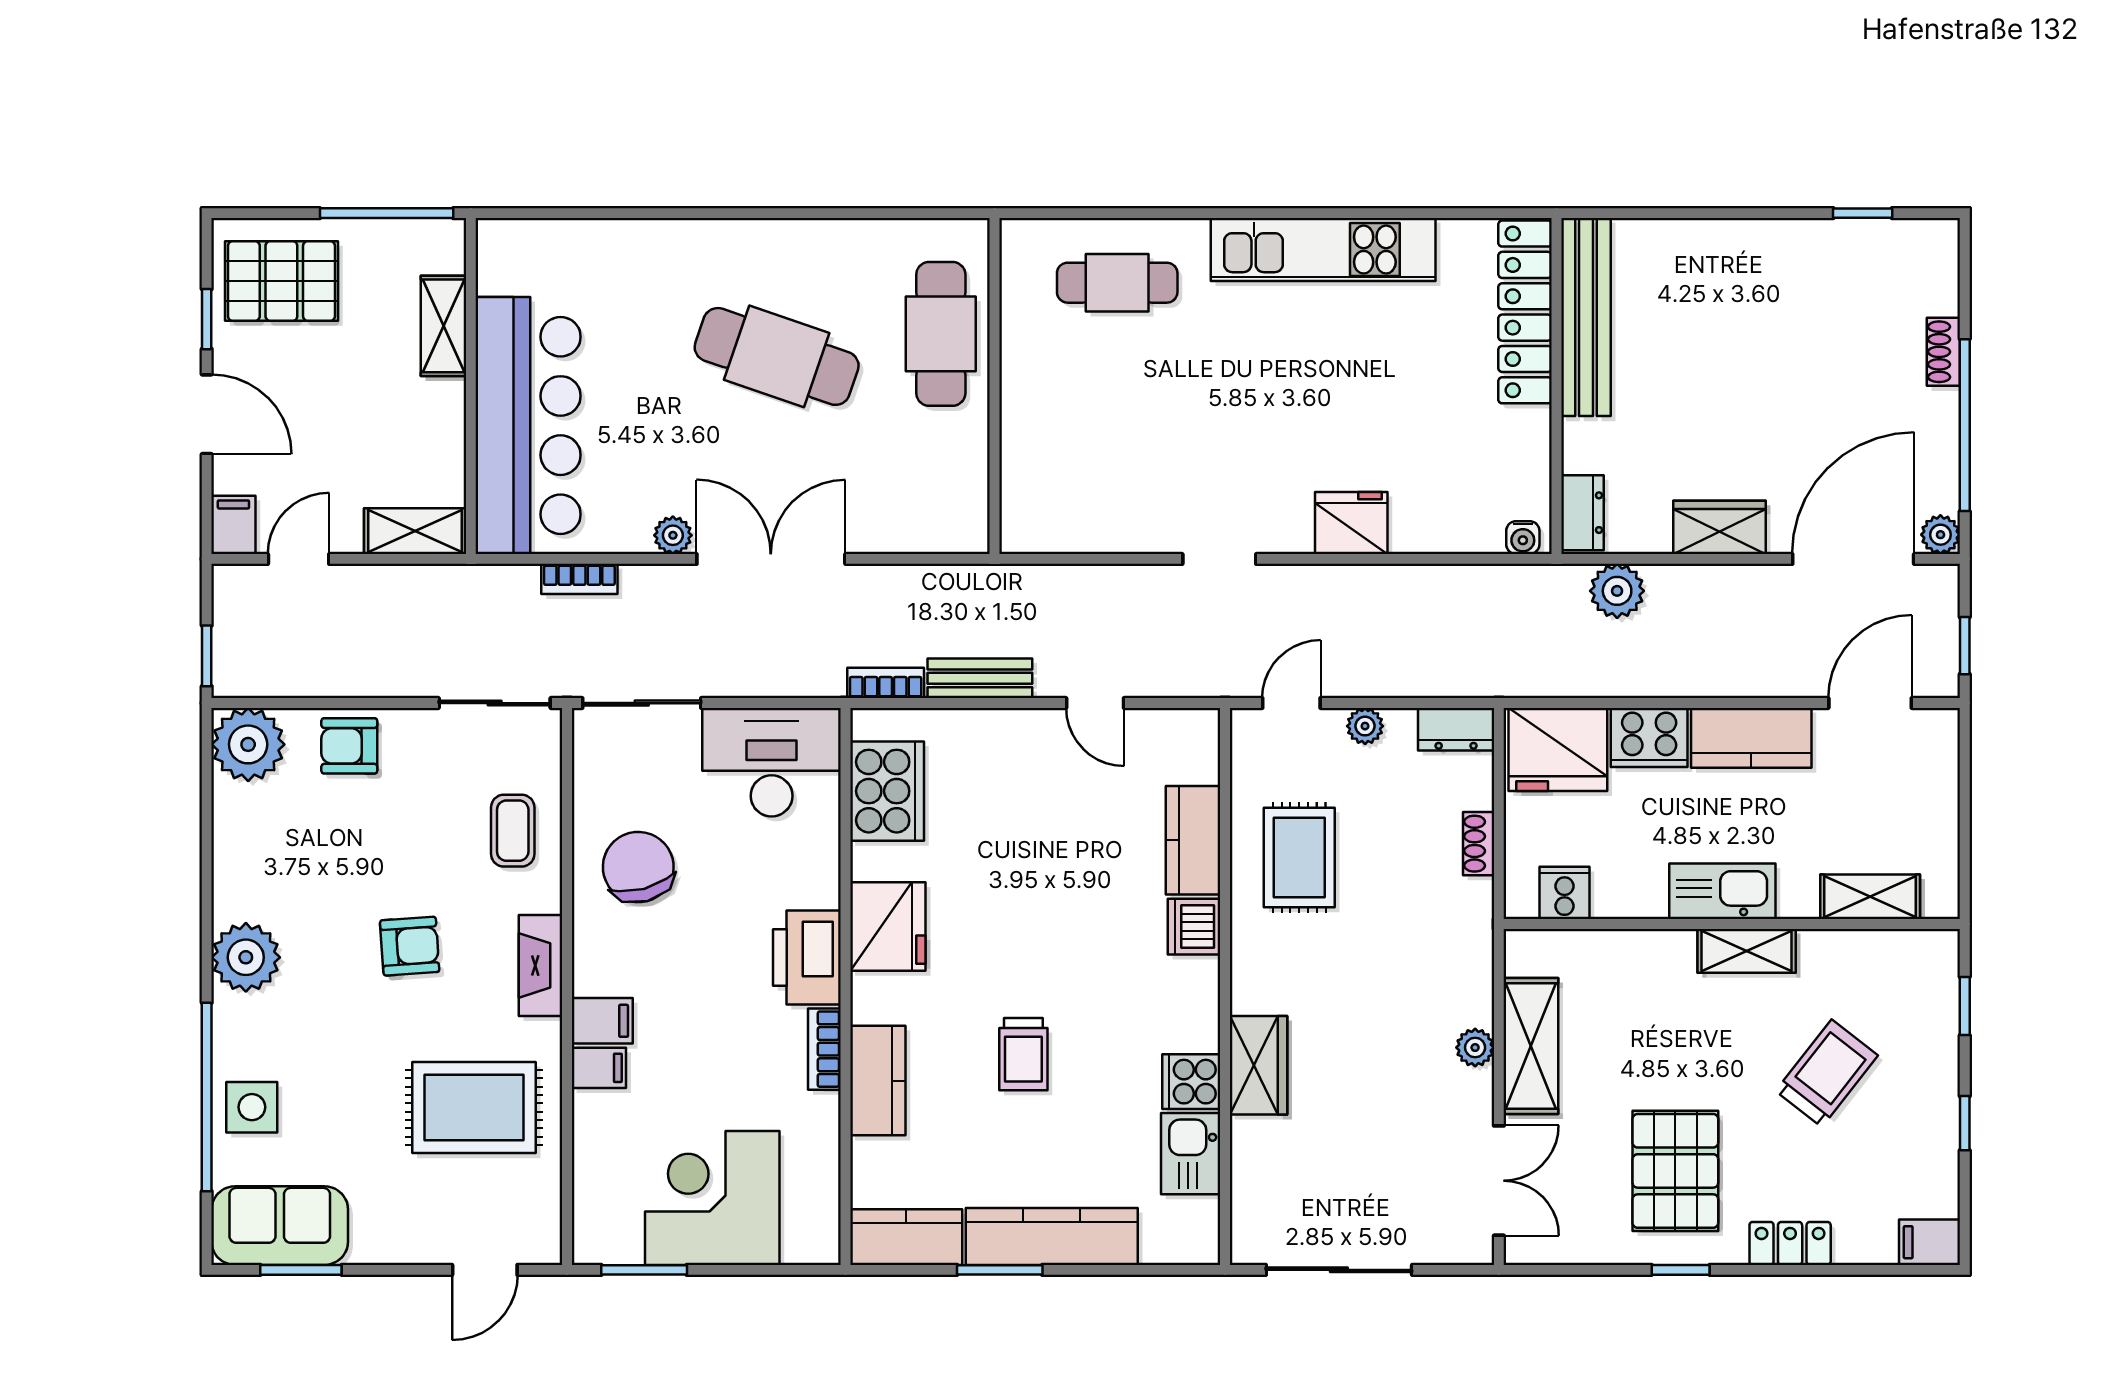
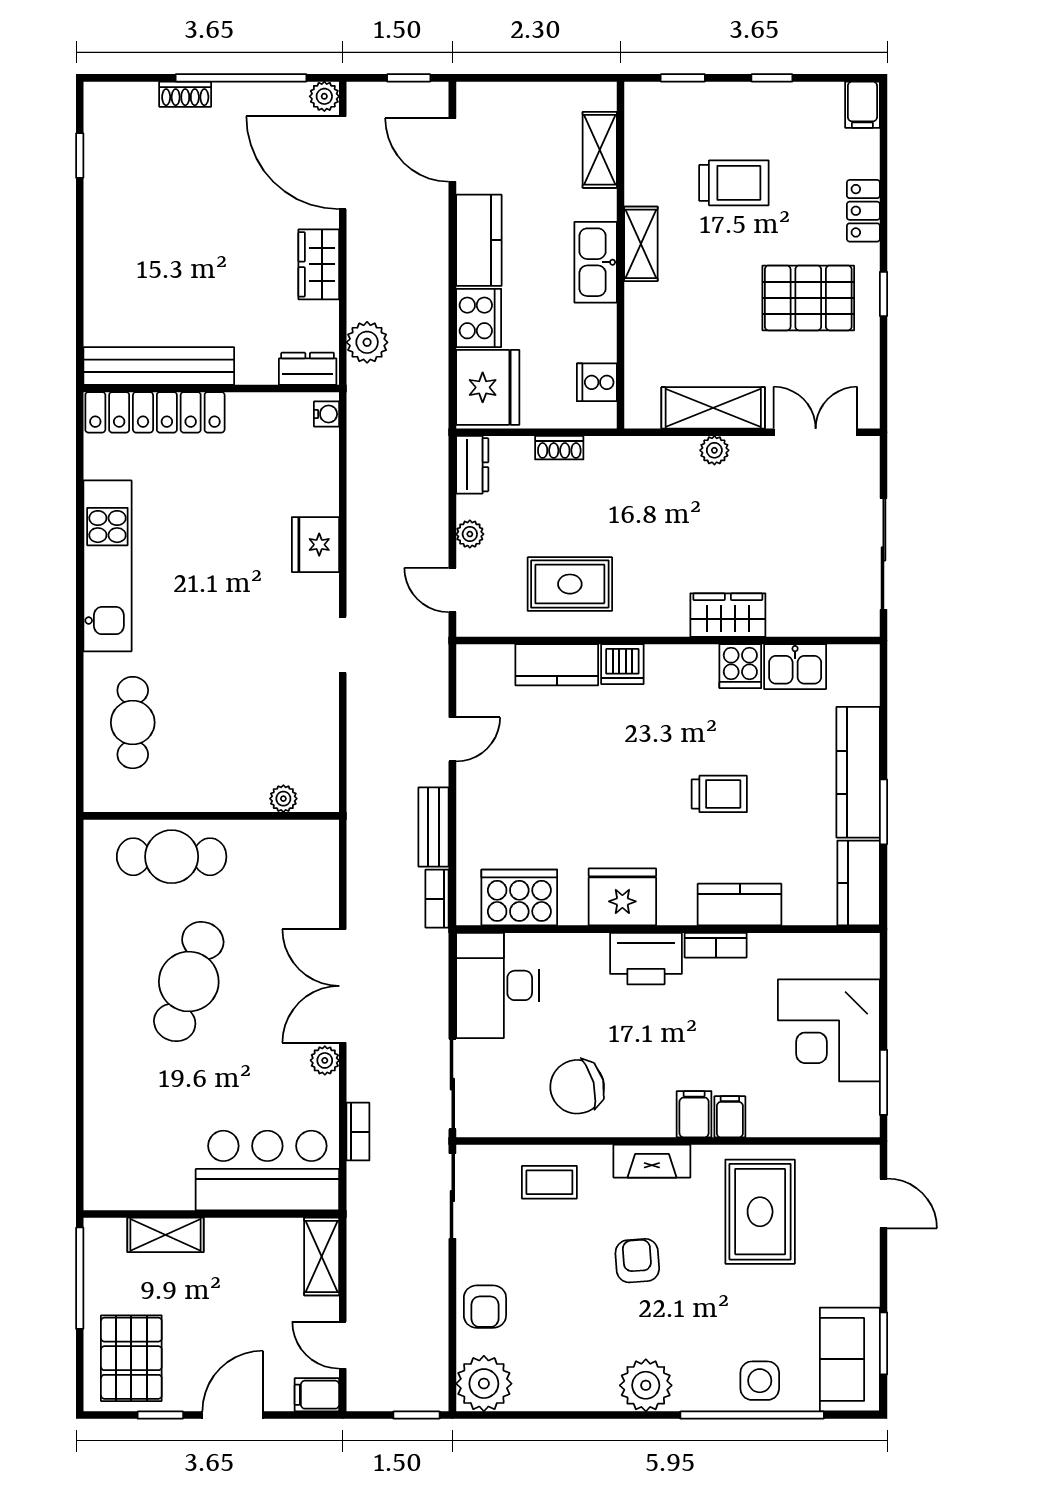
bar counter: (528, 426) -> (267, 1171), width x0.73
plant: (1017, 481) -> (283, 799), added
trolley: (1827, 1073) -> (734, 183), turned 142

